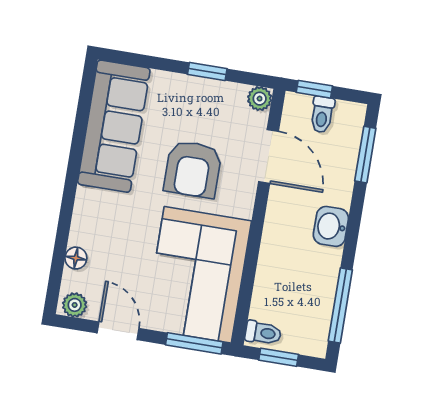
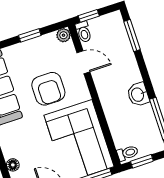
toilet: (322, 115) -> (84, 32), moved
door: (268, 156) -> (83, 62), width x0.73
washbasin: (331, 226) -> (138, 94), moved

